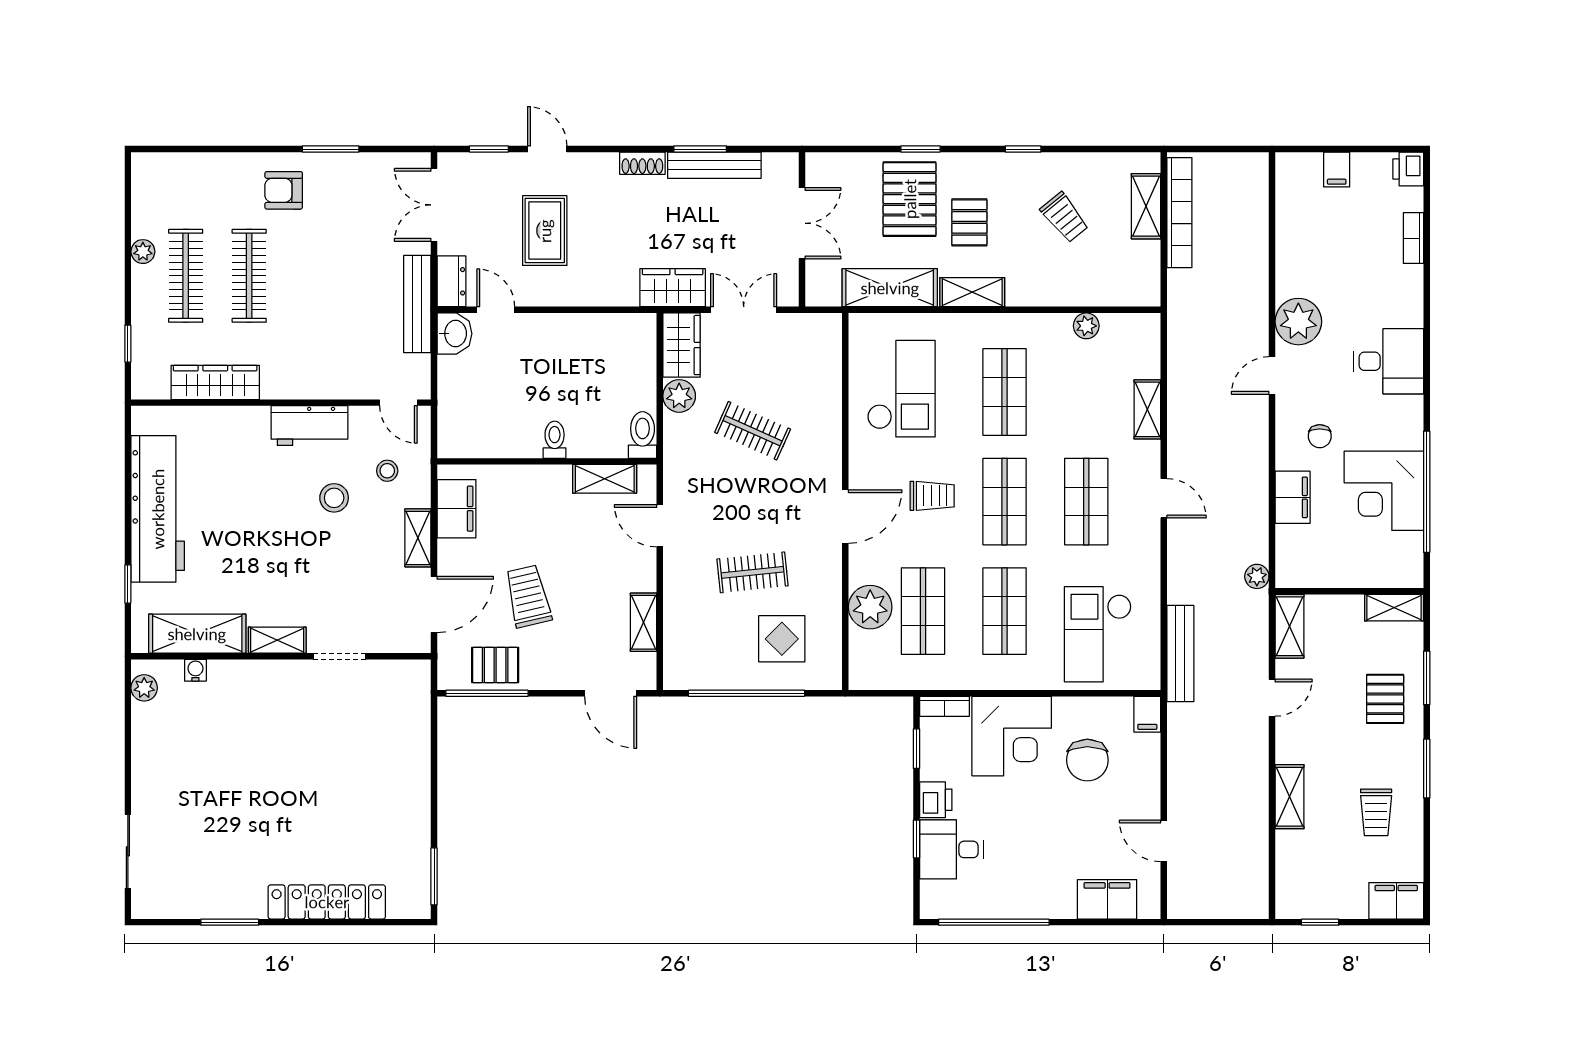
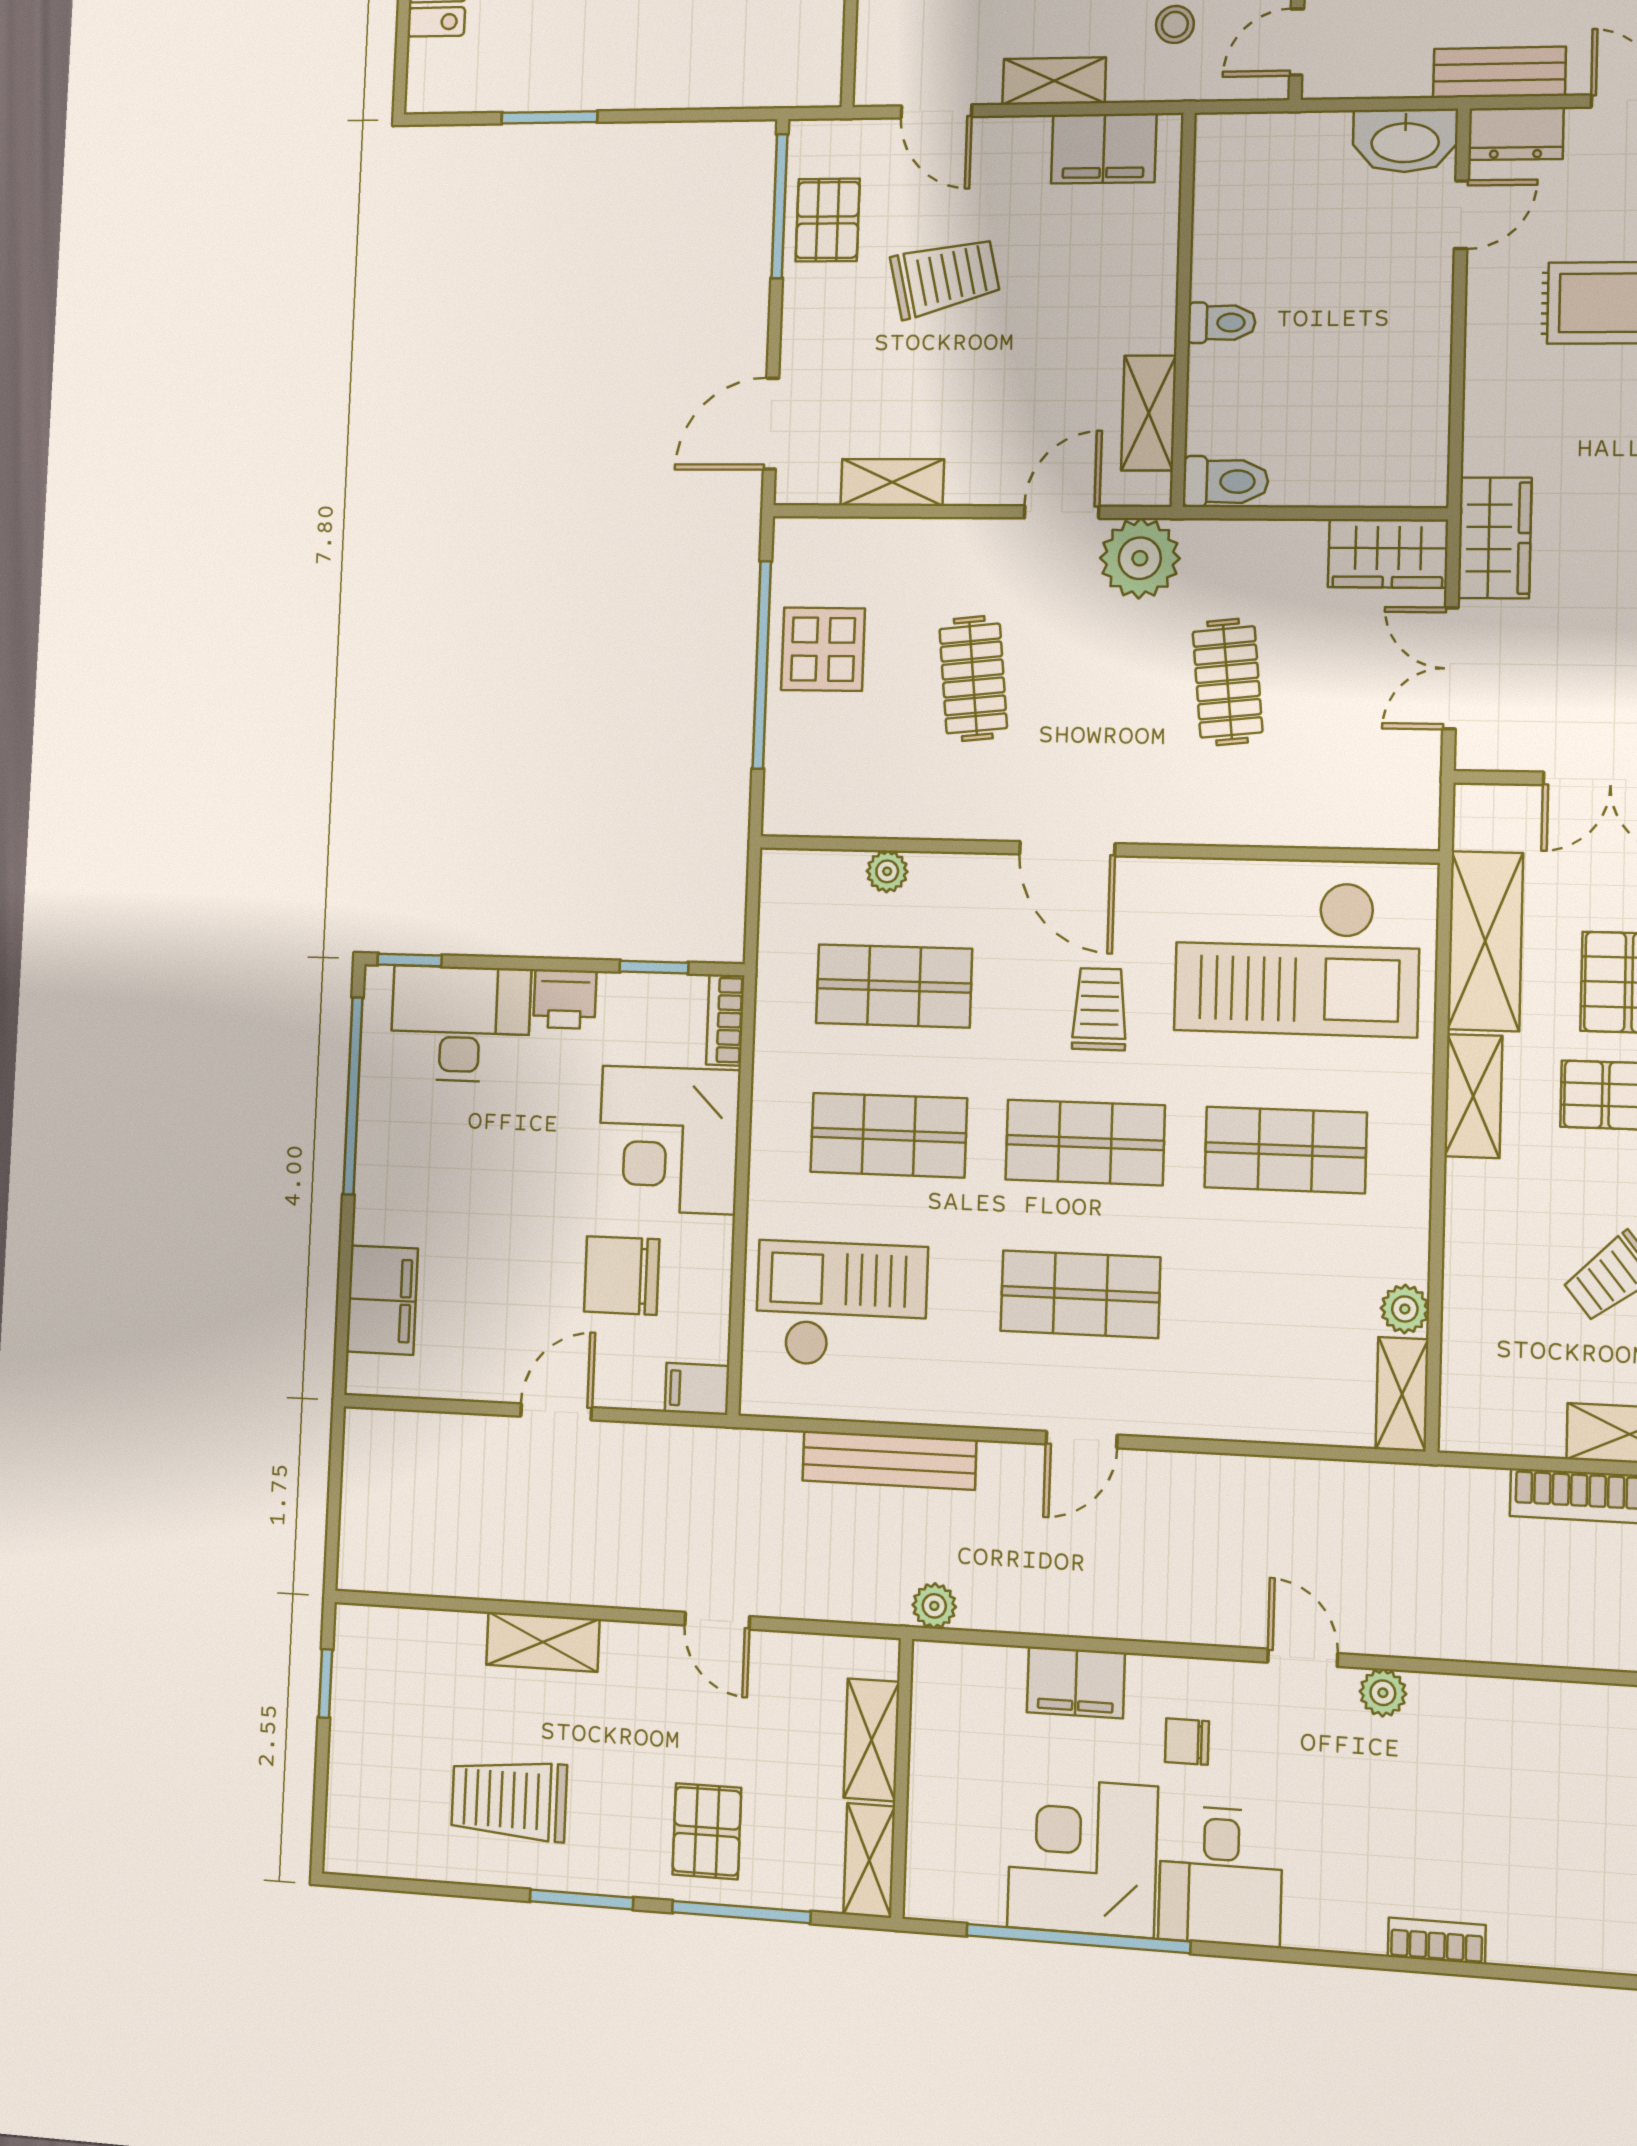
bookcase: (1413, 238) -> (1437, 1941), moved
bench: (417, 304) -> (1499, 72), width x0.73
double door: (744, 310) -> (1450, 668), swing flipped
plant: (1298, 322) -> (1383, 1693), width x0.53, depth x0.53
washbasin: (455, 334) -> (1405, 141), width x1.38
desk: (1389, 361) -> (1221, 1876), moved
checkout: (901, 389) -> (1297, 958), width x1.36, depth x1.21
plant: (679, 396) -> (1140, 558), moved, width x1.36, depth x1.36
shelving: (1147, 409) -> (1402, 1394), moved, turned 90
clothes rail: (753, 431) -> (1228, 682), turned -30
trolley: (932, 496) -> (1100, 1009), turned 180
door: (434, 605) -> (936, 111), width x0.73
plant: (870, 607) -> (887, 871), width x0.53, depth x0.53
shelving: (1289, 626) -> (872, 1740), moved, turned 90
display table: (782, 639) -> (823, 649), moved
bench: (1180, 654) -> (889, 1460), moved
window: (1427, 678) -> (741, 1912), width x1.44
pallet: (1385, 699) -> (707, 1831), turned 90
trolley: (1376, 812) -> (509, 1800), width x1.36, depth x1.39
window: (916, 839) -> (410, 960), moved
door: (1164, 841) -> (556, 1412), moved
desk: (951, 849) -> (460, 1024), width x1.37
window: (434, 876) -> (549, 117), moved
filing cabinet: (1396, 901) -> (355, 1826), removed

